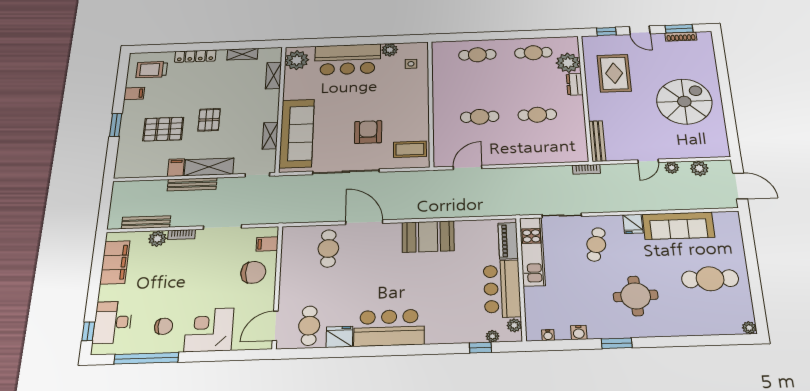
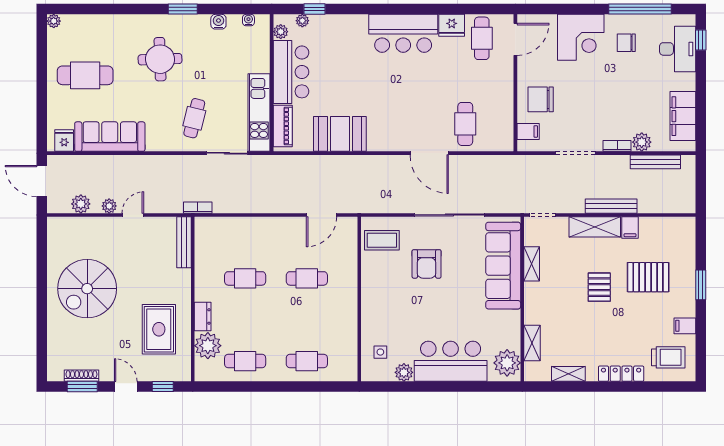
fridge: (633, 224) -> (64, 141), moved
booth: (428, 237) -> (340, 134), moved

